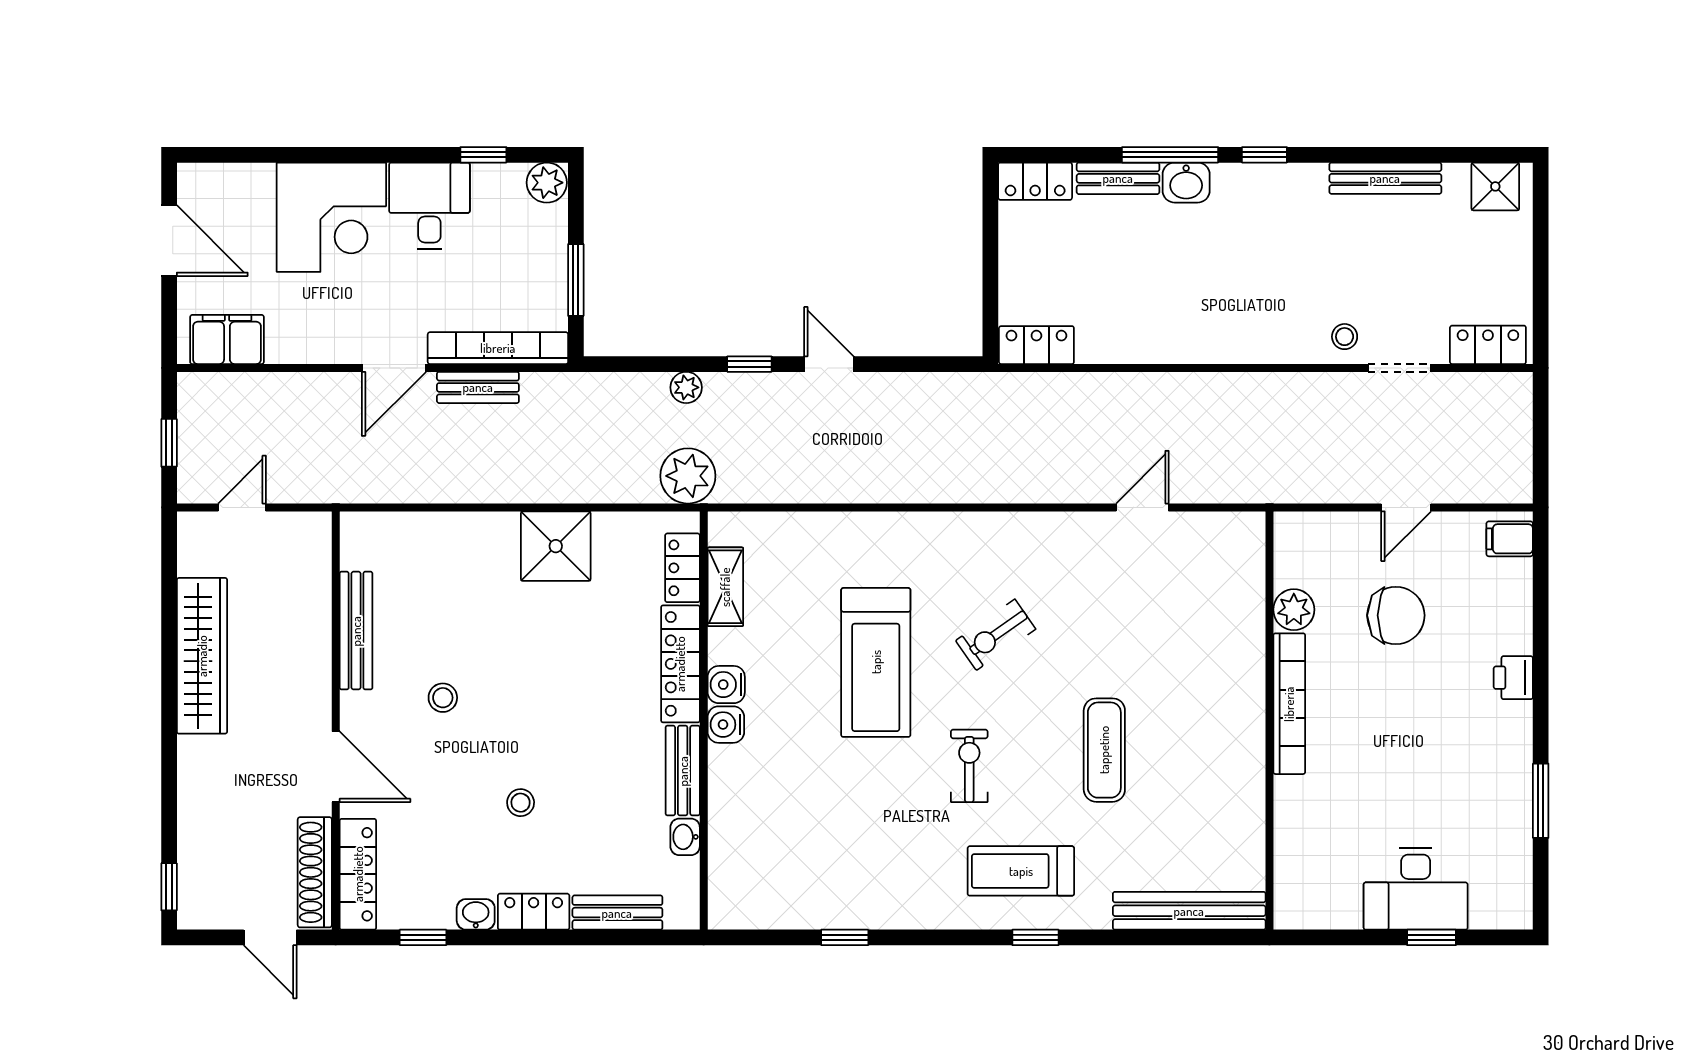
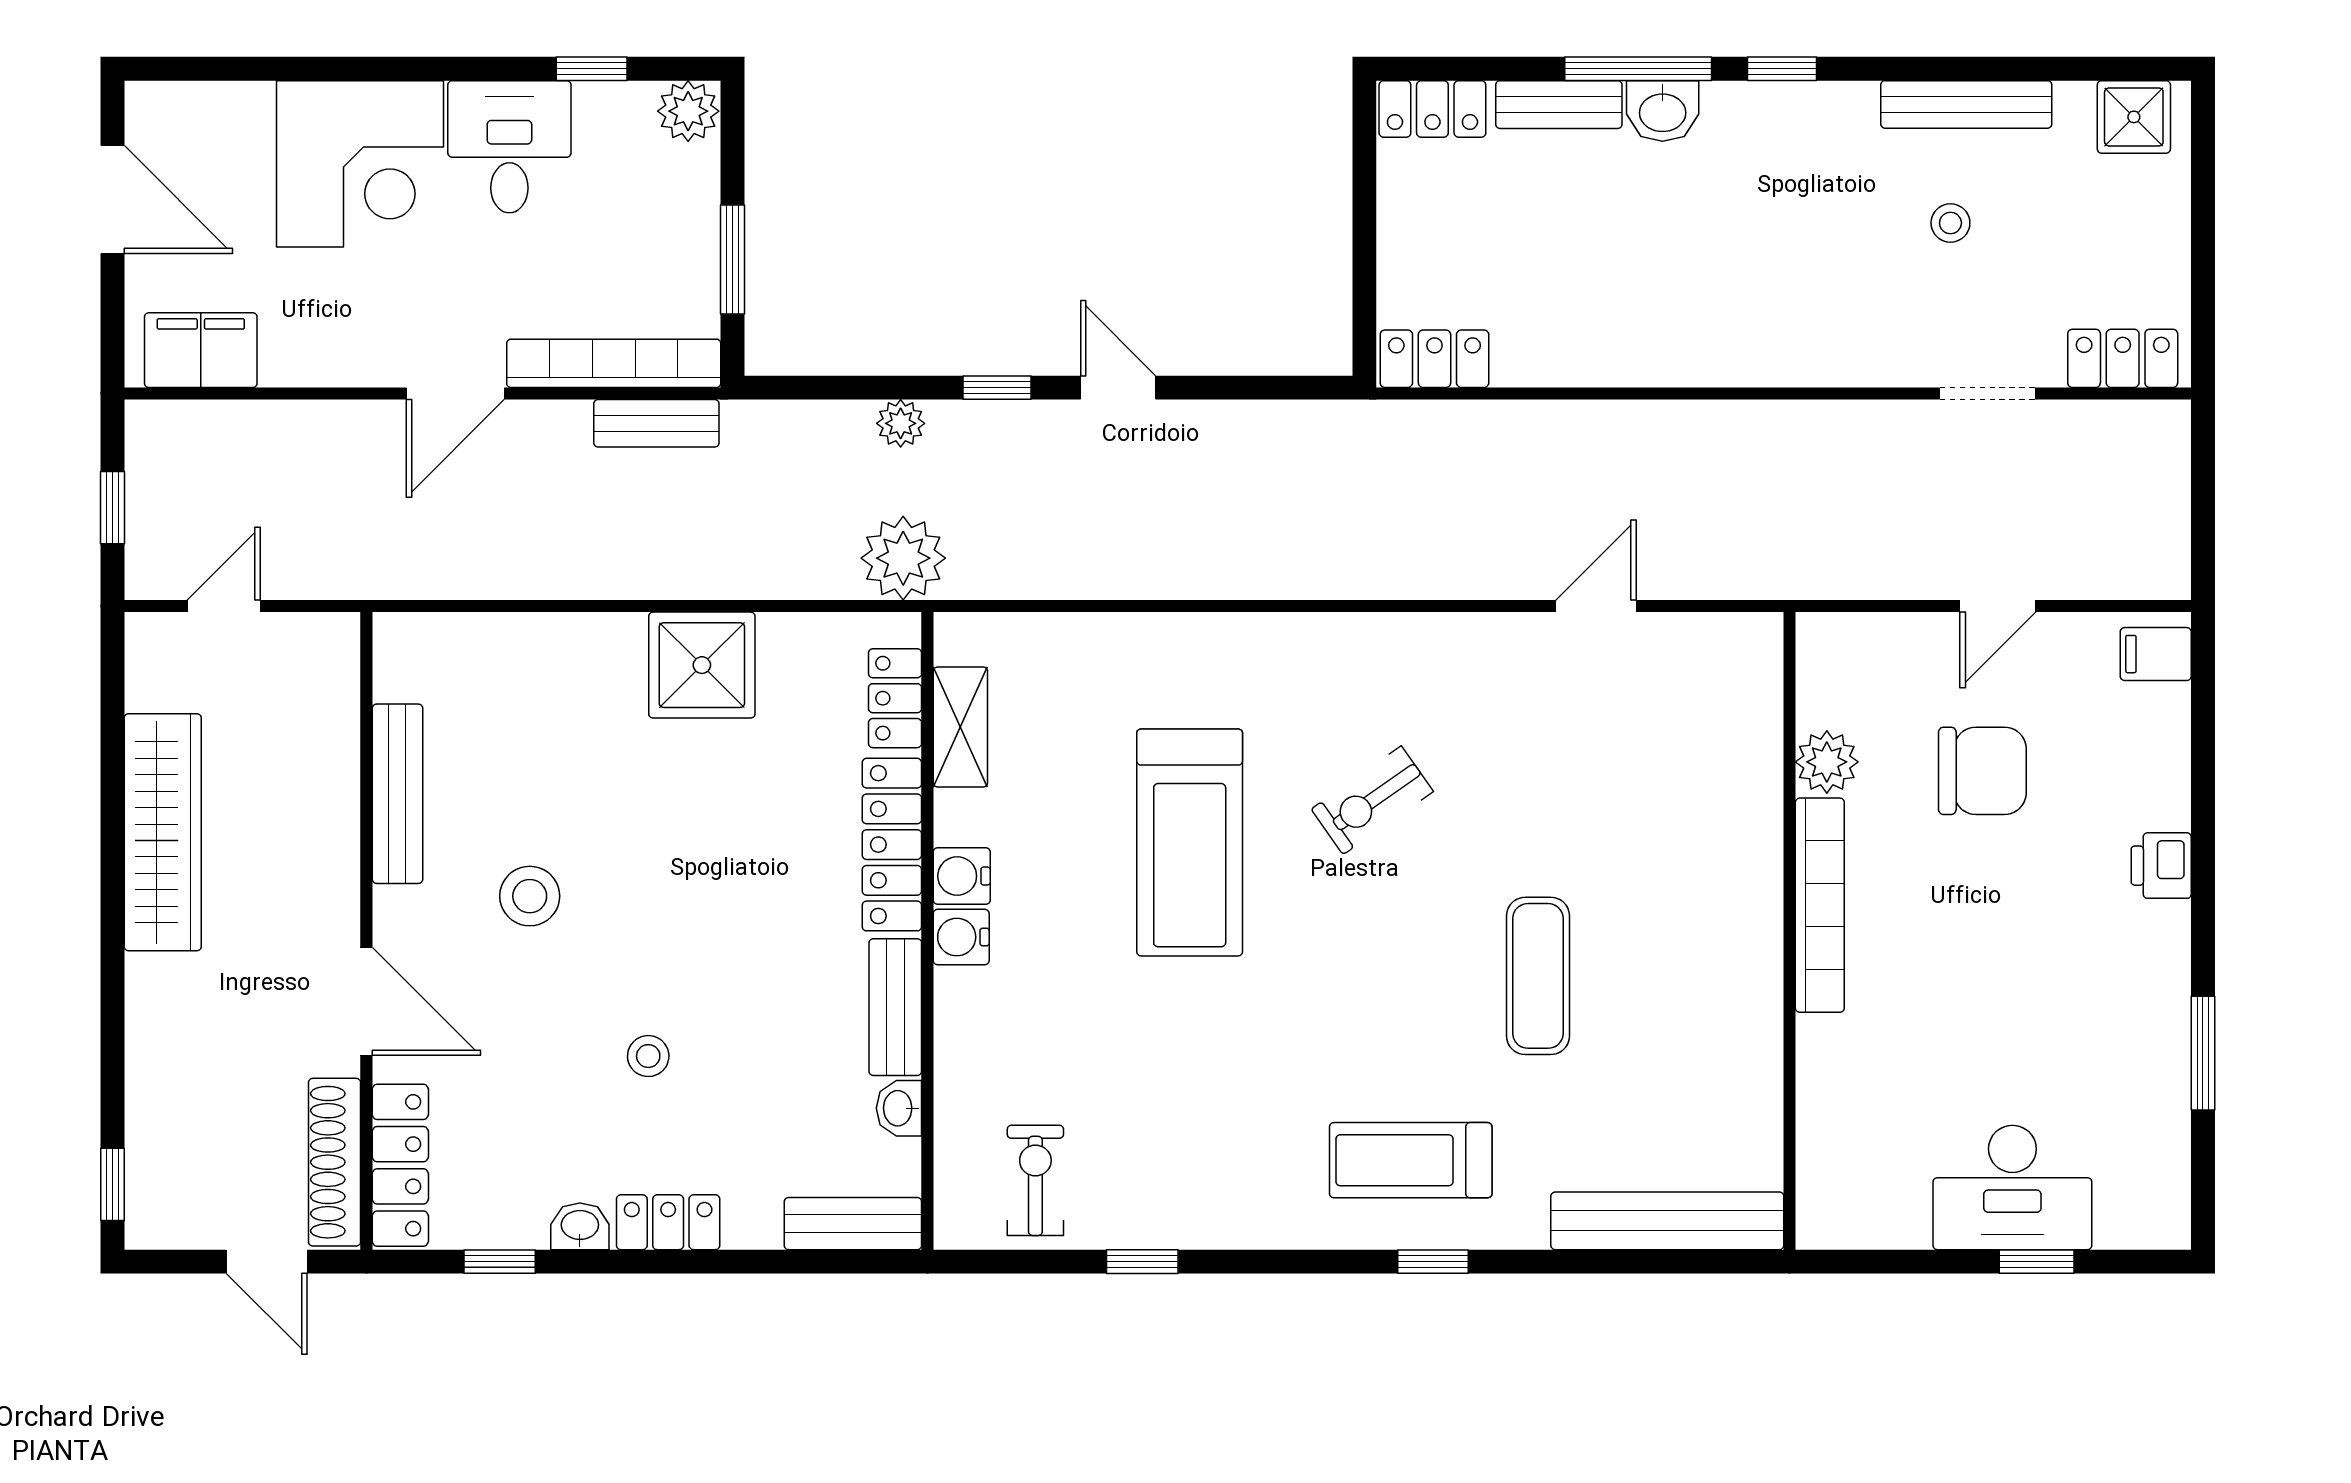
stool: (1345, 337) -> (1950, 223), moved
bench: (478, 387) -> (656, 423), moved
stool: (443, 698) -> (530, 896), width x1.37, depth x1.37
exercise bike: (969, 766) -> (1035, 1180), moved
bench: (617, 913) -> (853, 1224), moved

